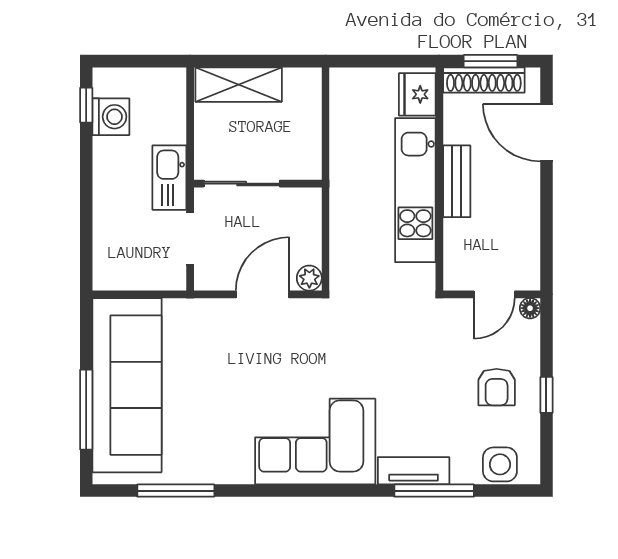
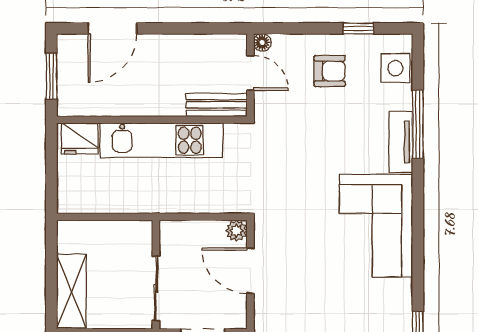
shoe rack: (484, 80) -> (67, 82), removed
bench: (457, 181) -> (217, 105), moved
window: (546, 395) -> (358, 28), moved

